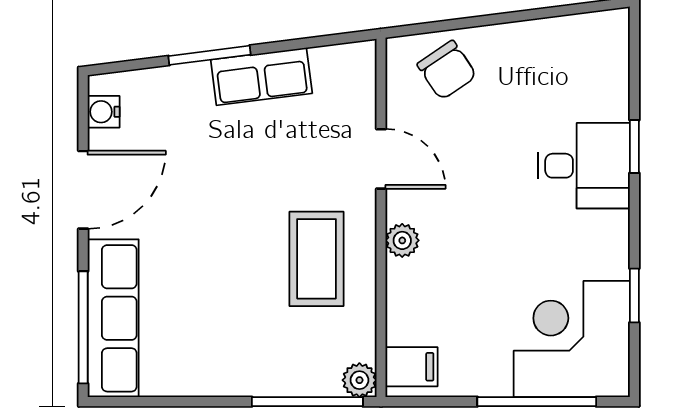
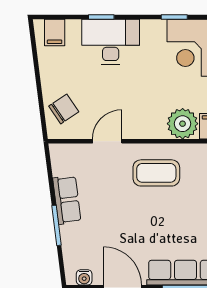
filing cabinet: (603, 51) -> (55, 32), added
desk: (584, 166) -> (111, 42), width x1.37
plant: (402, 240) -> (183, 124), moved, width x1.88, depth x1.88

